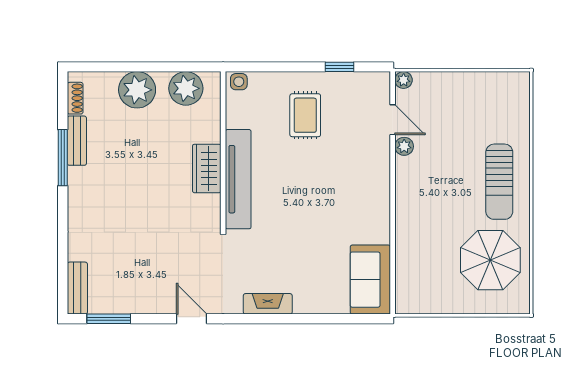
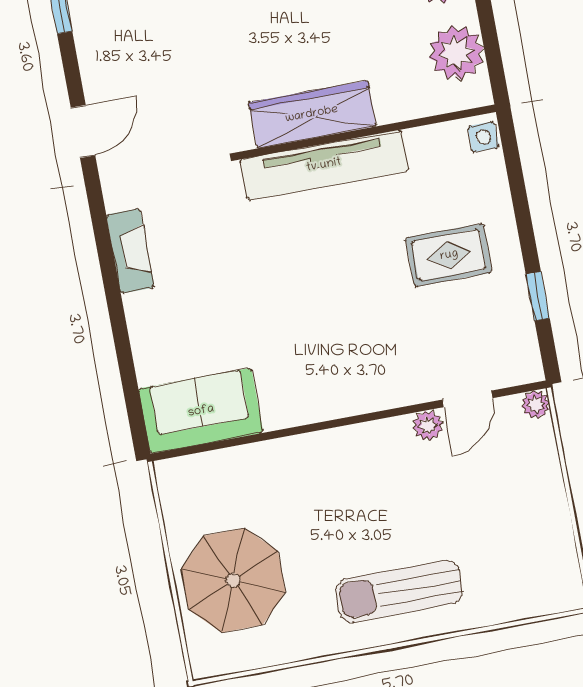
wardrobe: (207, 168) -> (312, 114), width x1.50
parasol: (490, 260) -> (233, 580), moved

